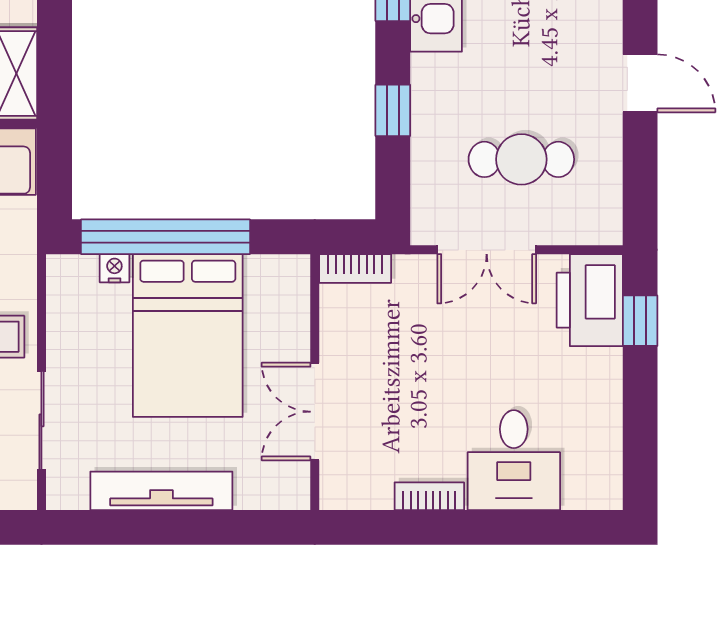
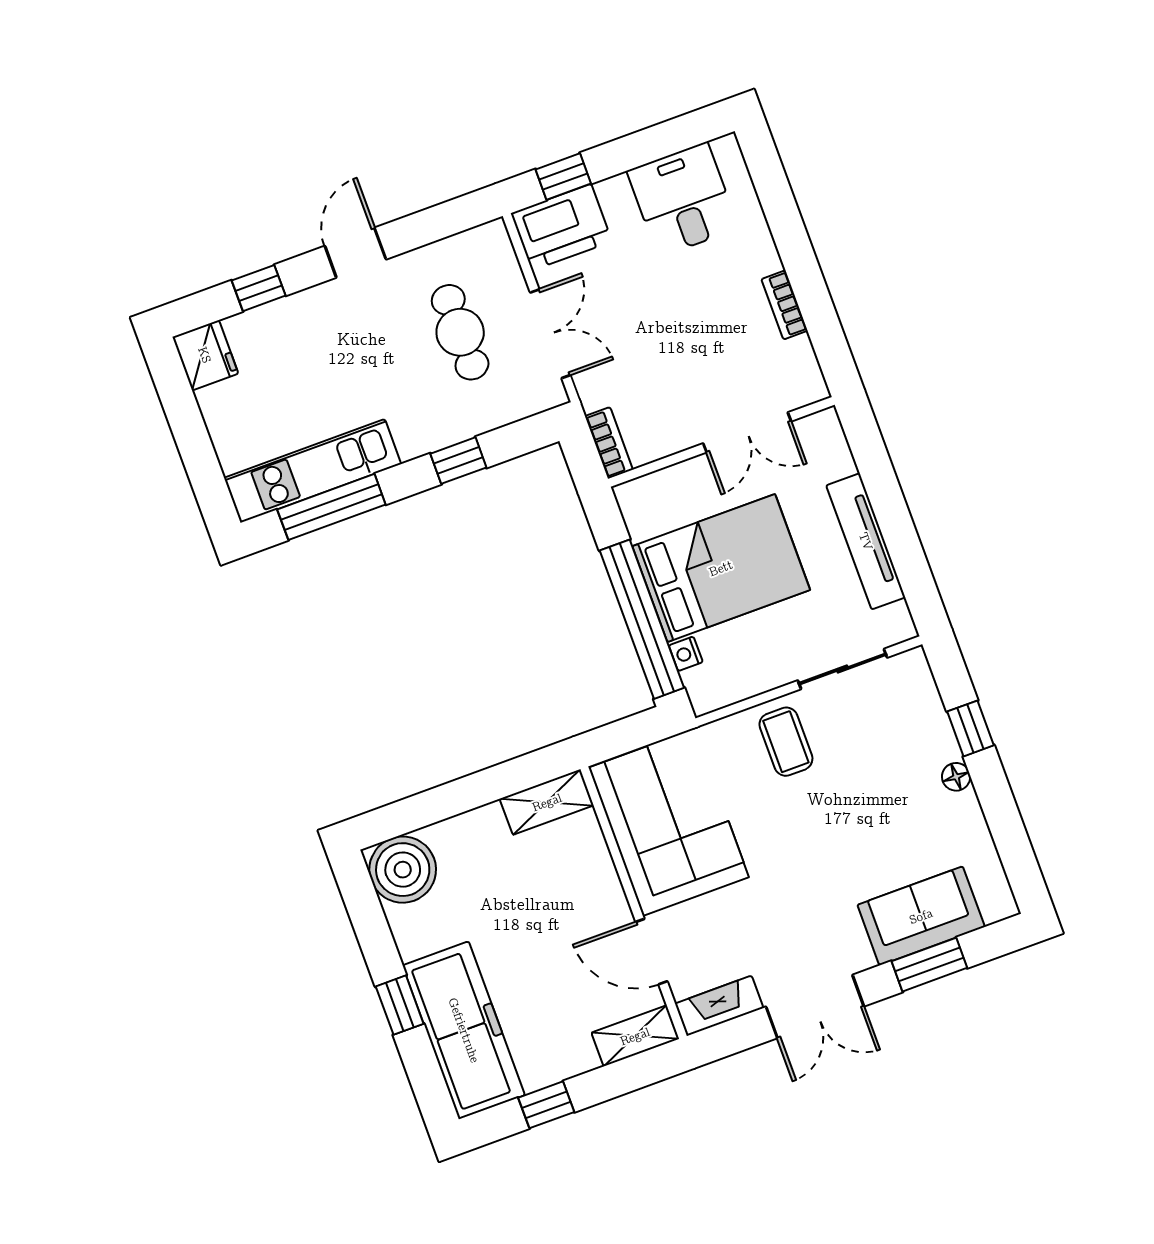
desk: (514, 460) -> (683, 200), moved, turned -90

